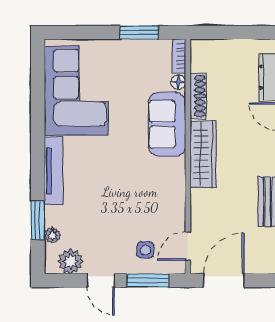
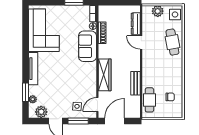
wardrobe: (203, 154) -> (105, 75), moved

